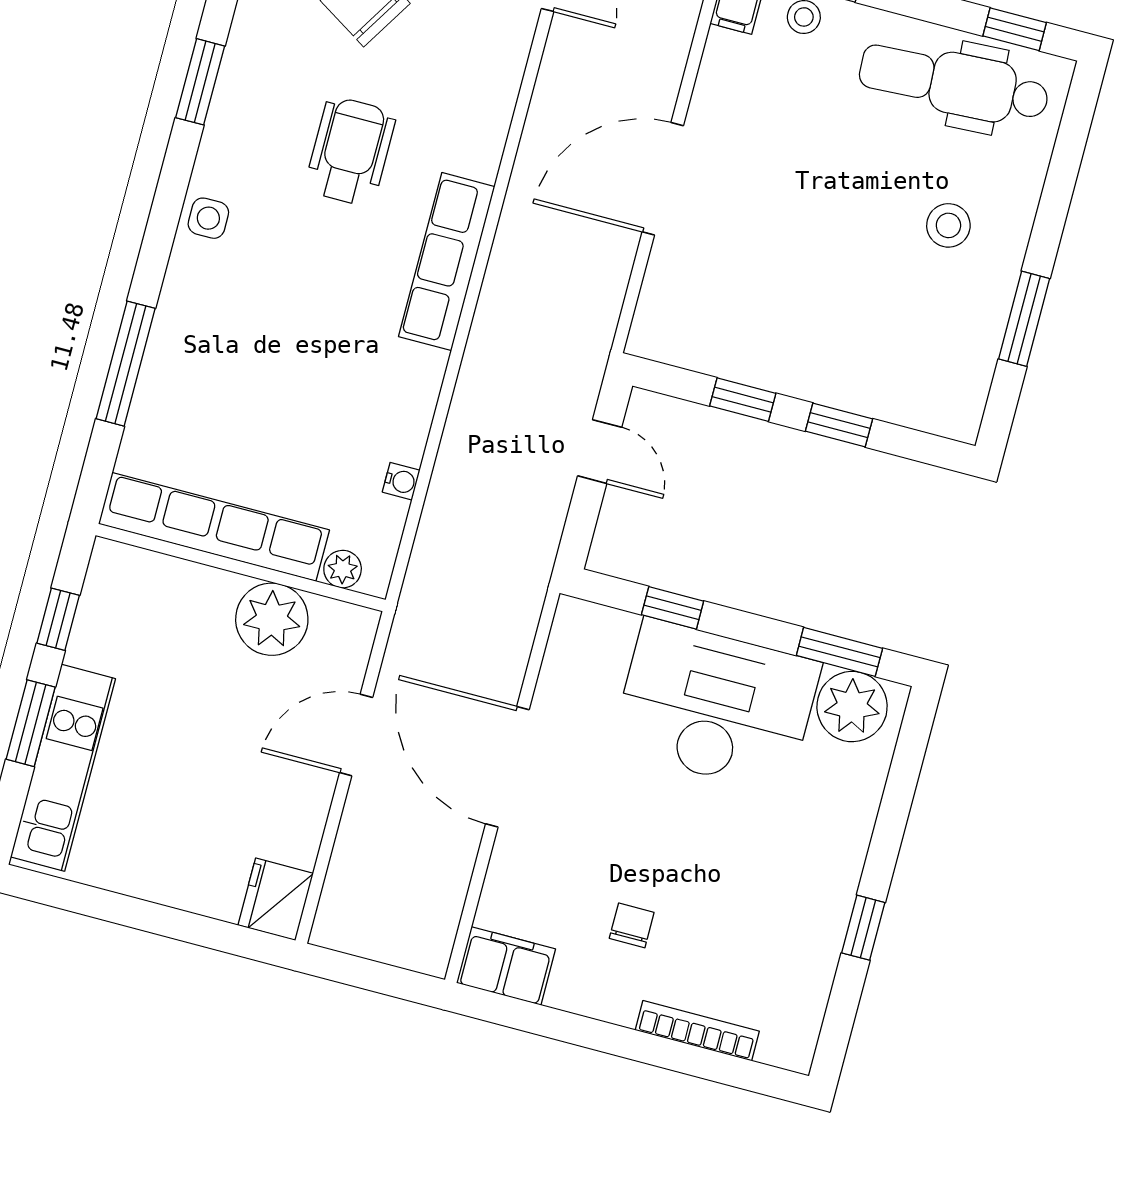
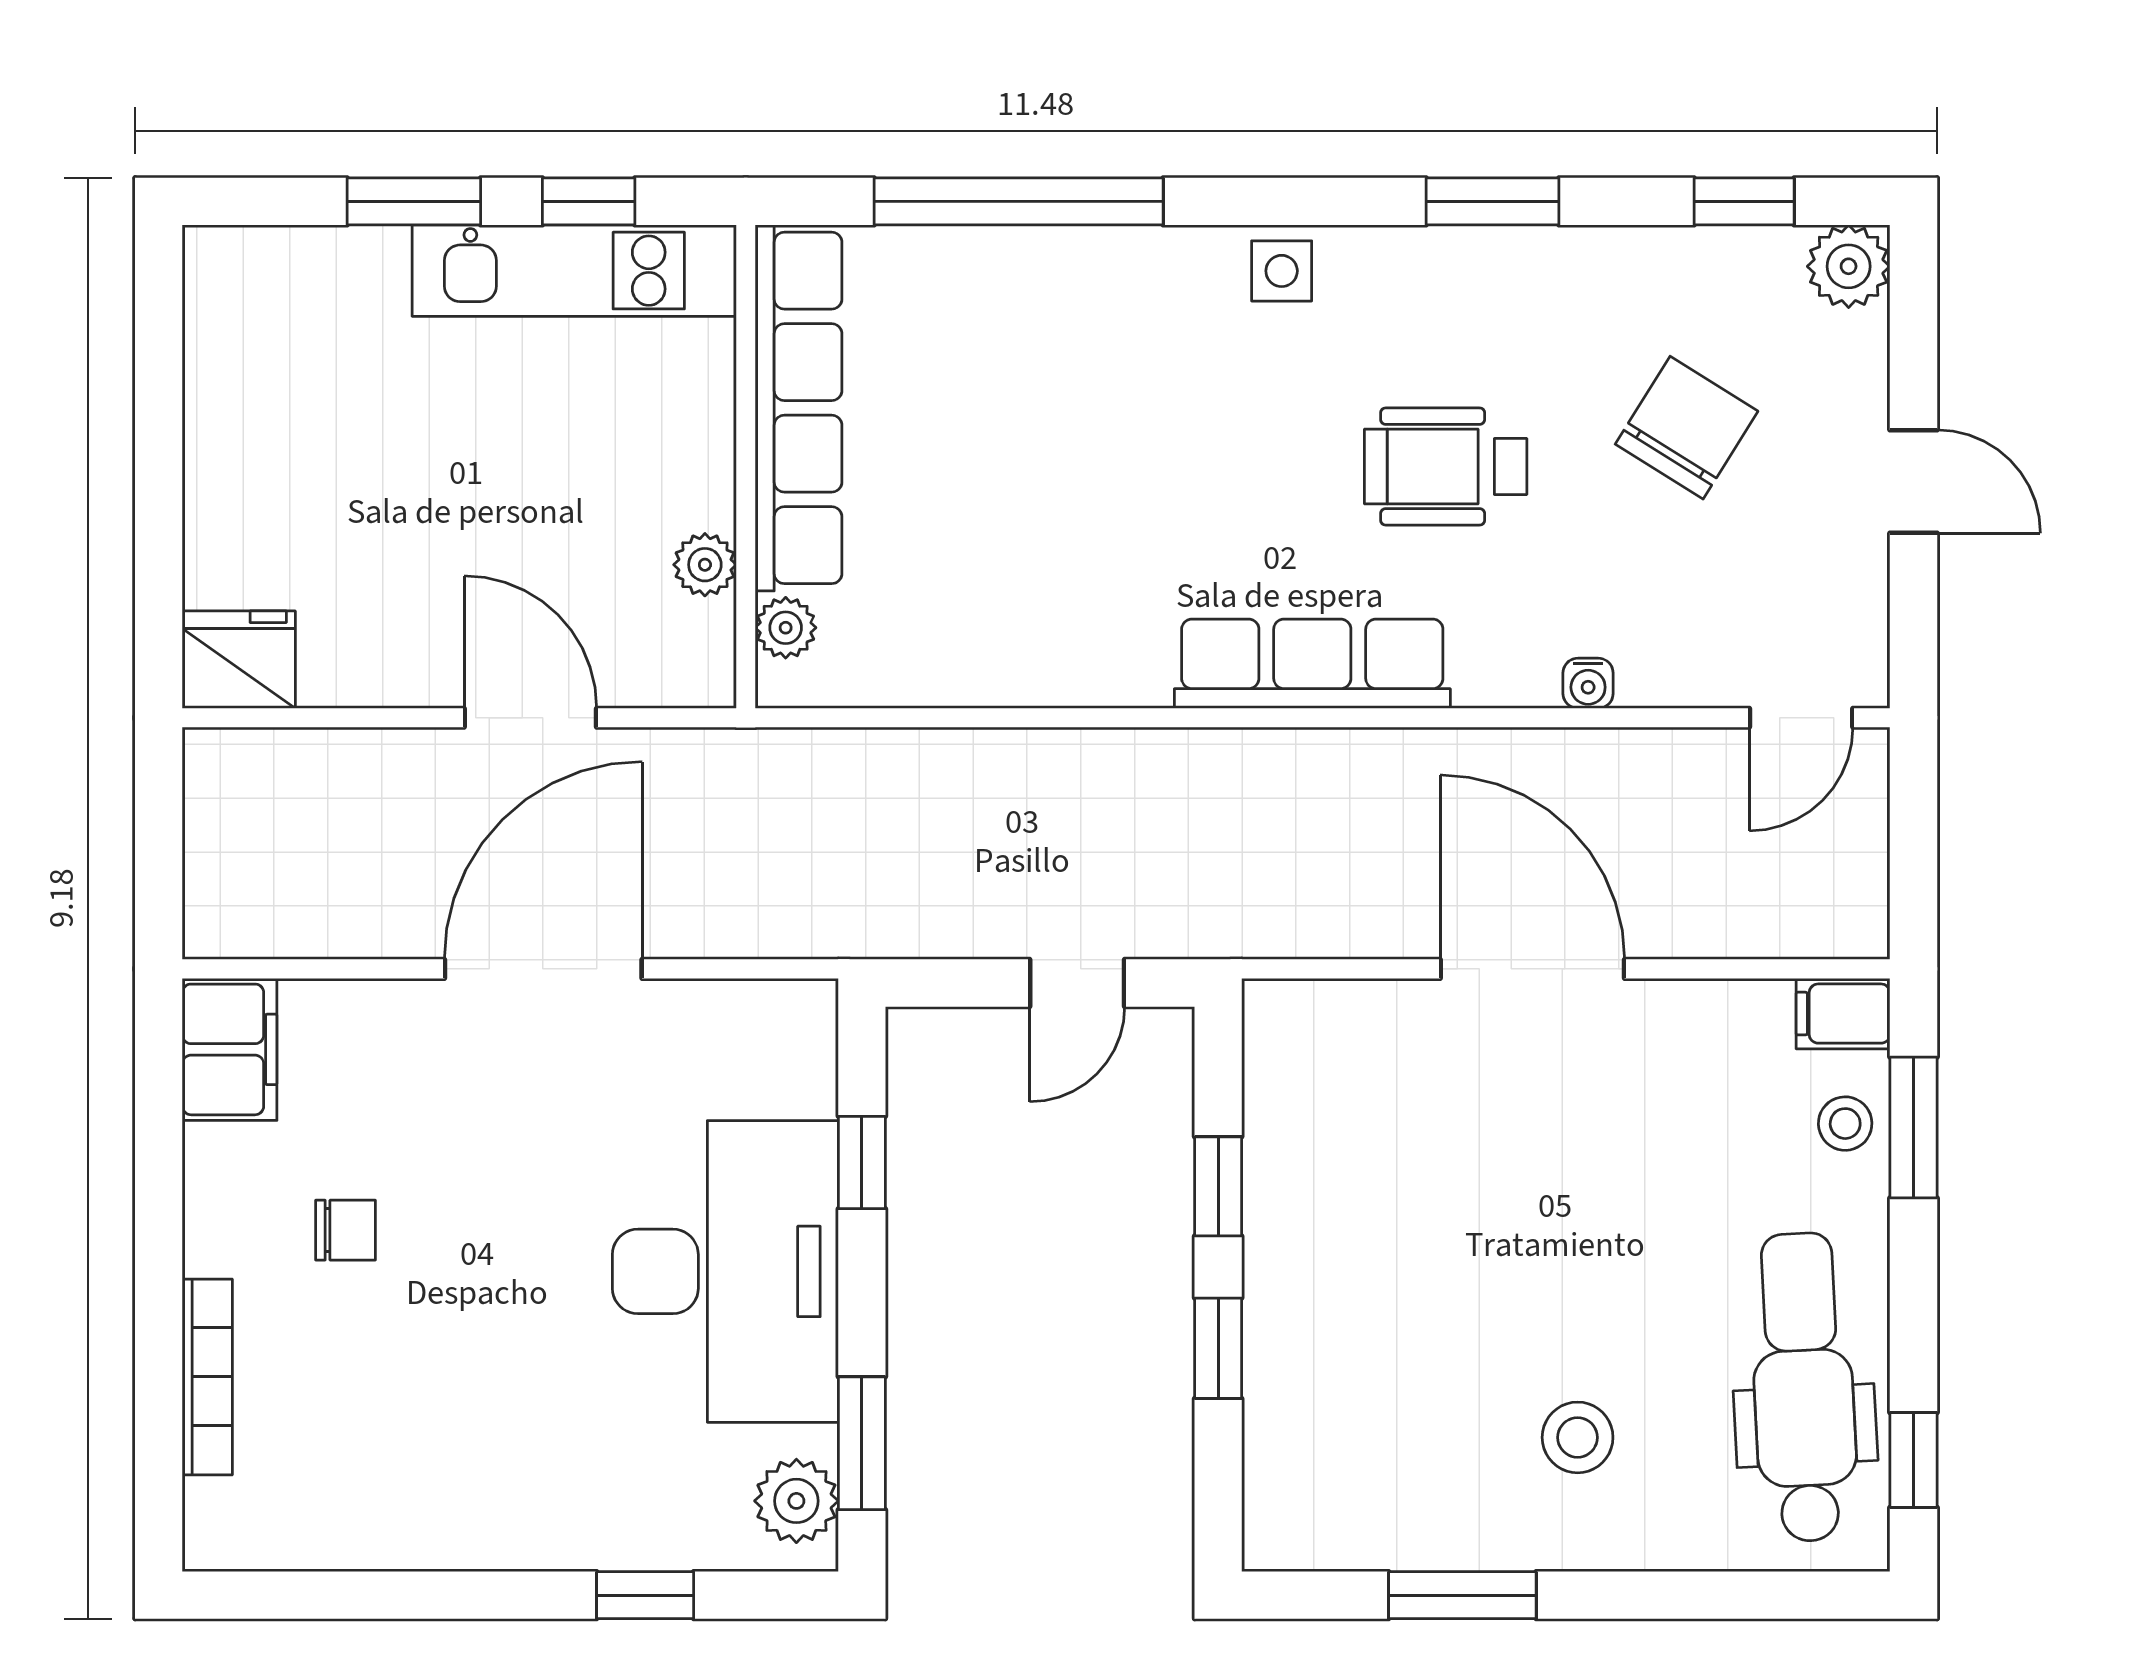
wheelchair: (350, 151) -> (1446, 466), turned 180
window: (126, 364) -> (1019, 201), width x1.46
water cooler: (401, 481) -> (1588, 683), moved
plant: (272, 619) -> (705, 565), width x0.53, depth x0.53
plant: (852, 707) -> (796, 1501), width x0.73, depth x0.73
kitchen unit: (63, 768) -> (574, 271), moved
window: (863, 928) -> (645, 1595), moved

